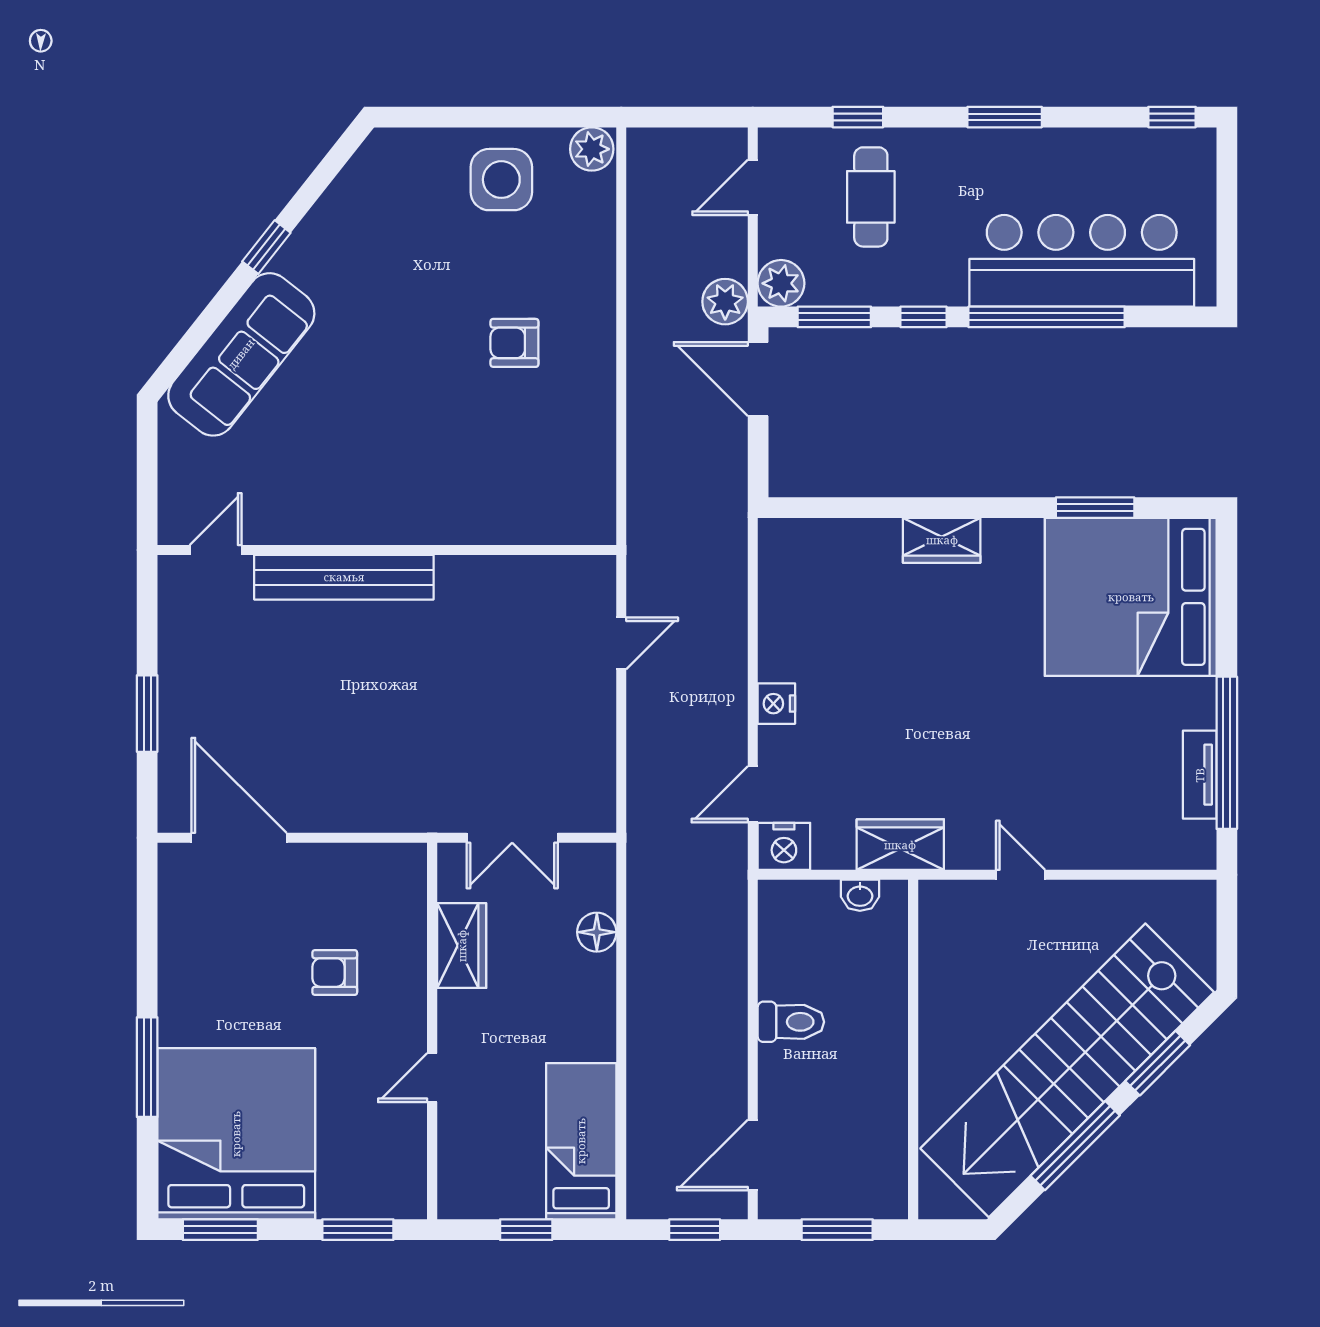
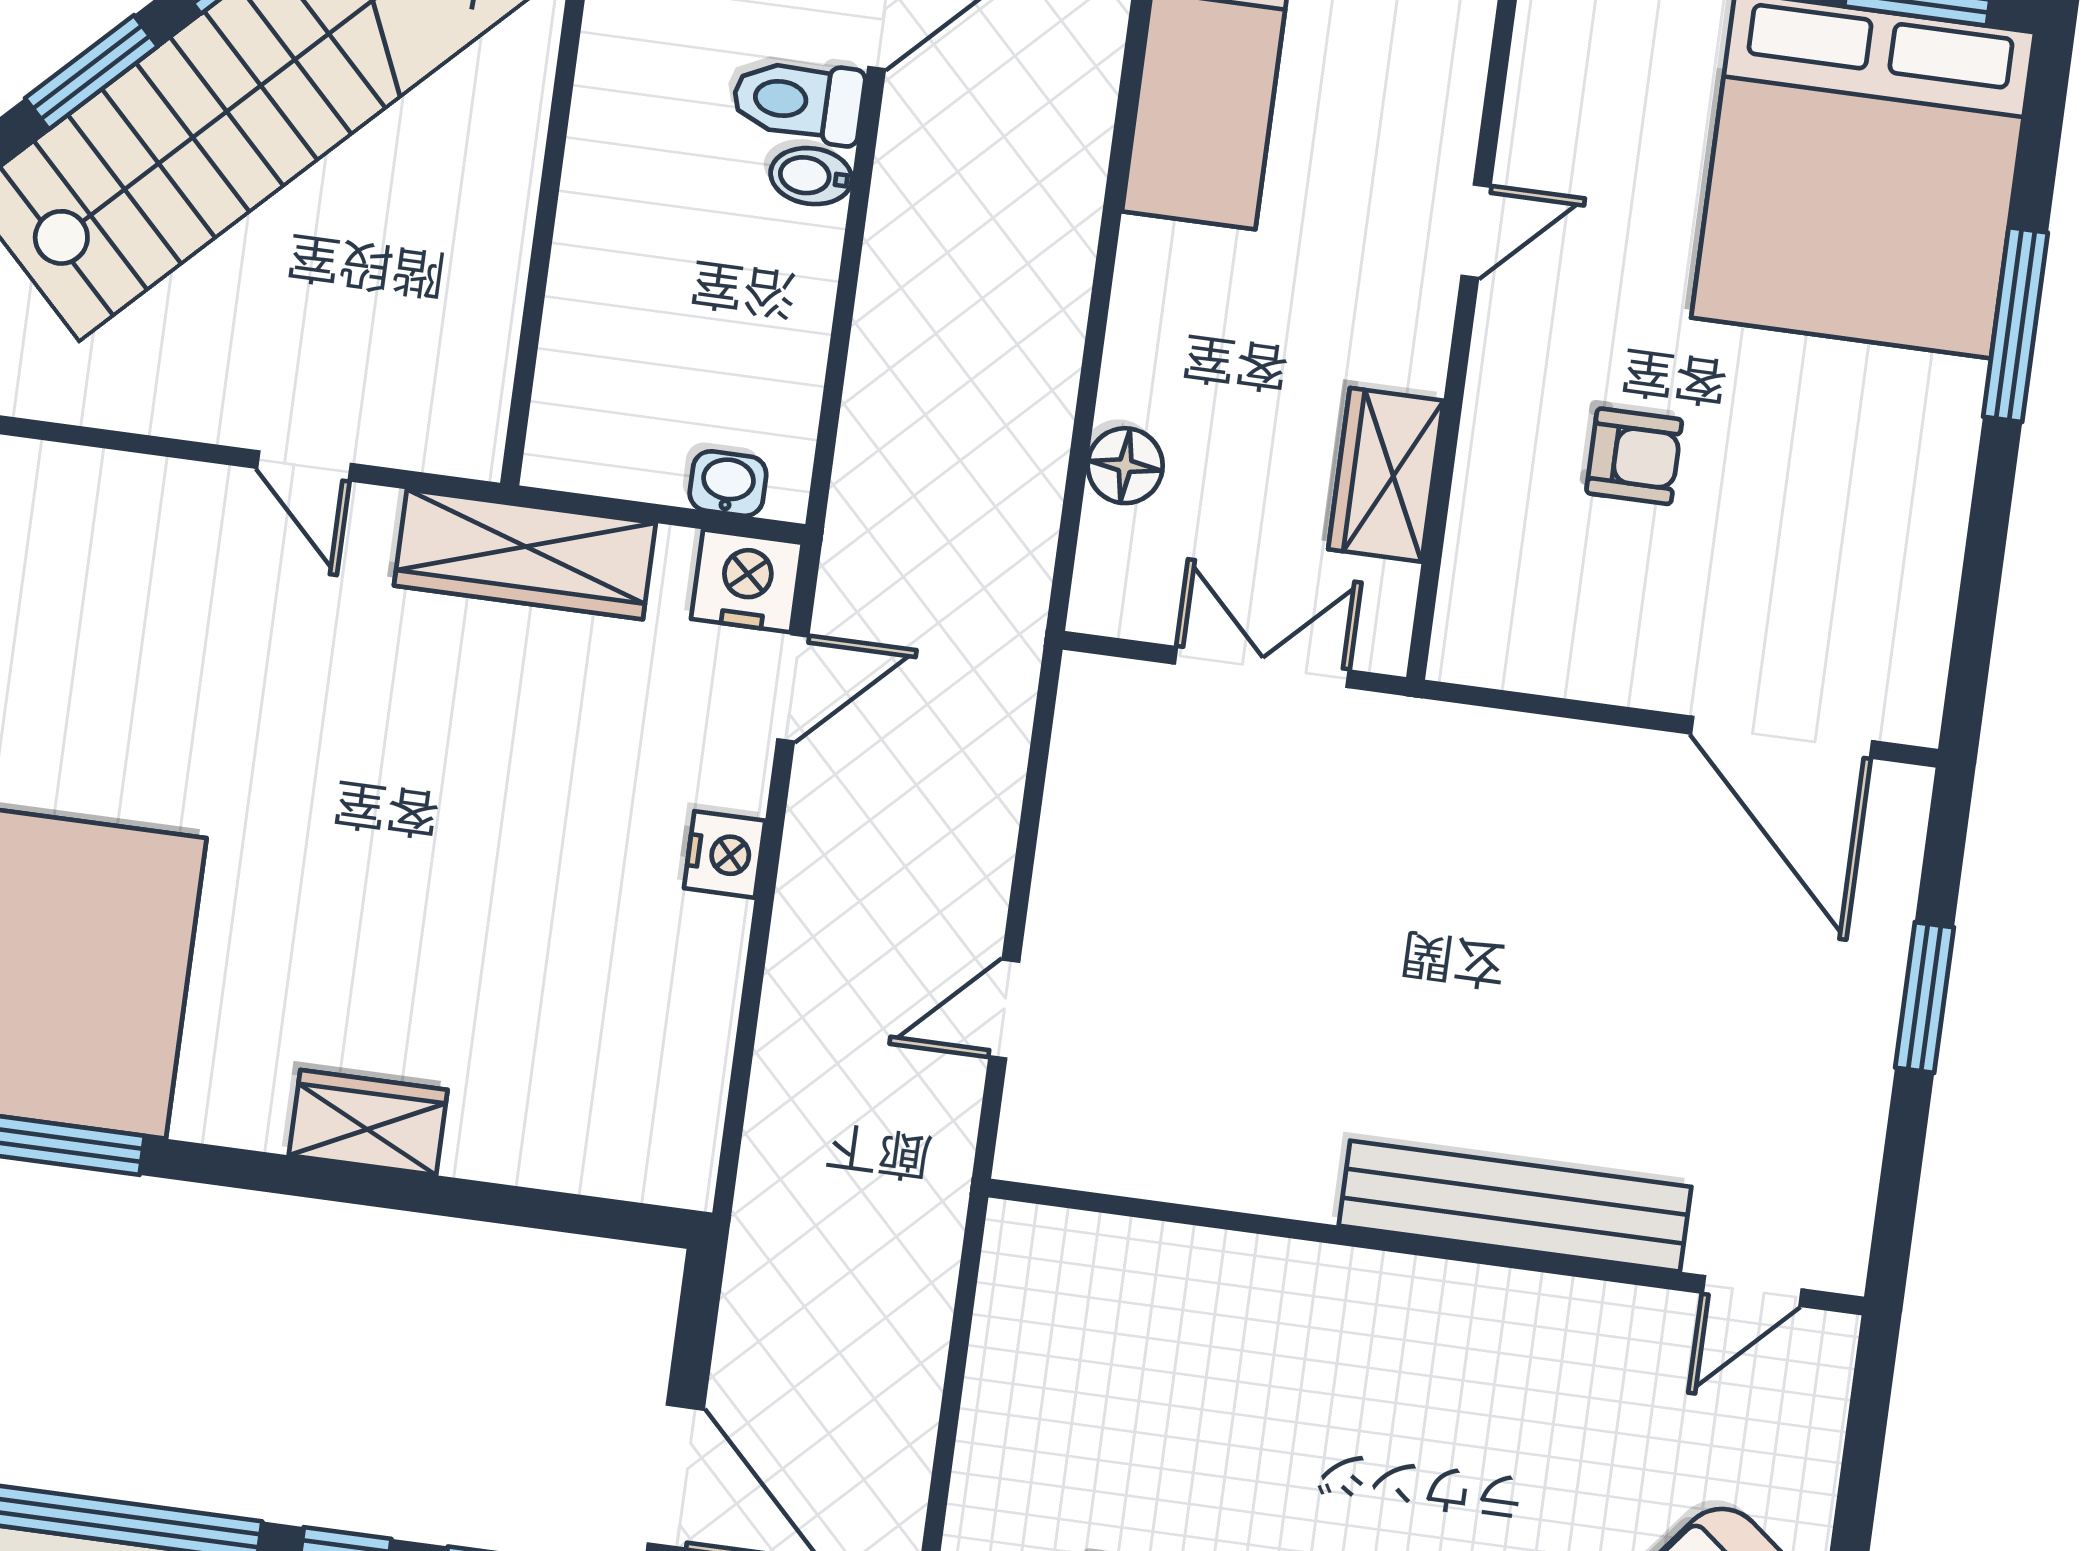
wardrobe: (900, 845) -> (525, 554), width x1.50
washbasin: (860, 895) -> (728, 484), moved
toilet: (791, 1022) -> (798, 101), moved
bidet: (779, 1060) -> (811, 176), added

